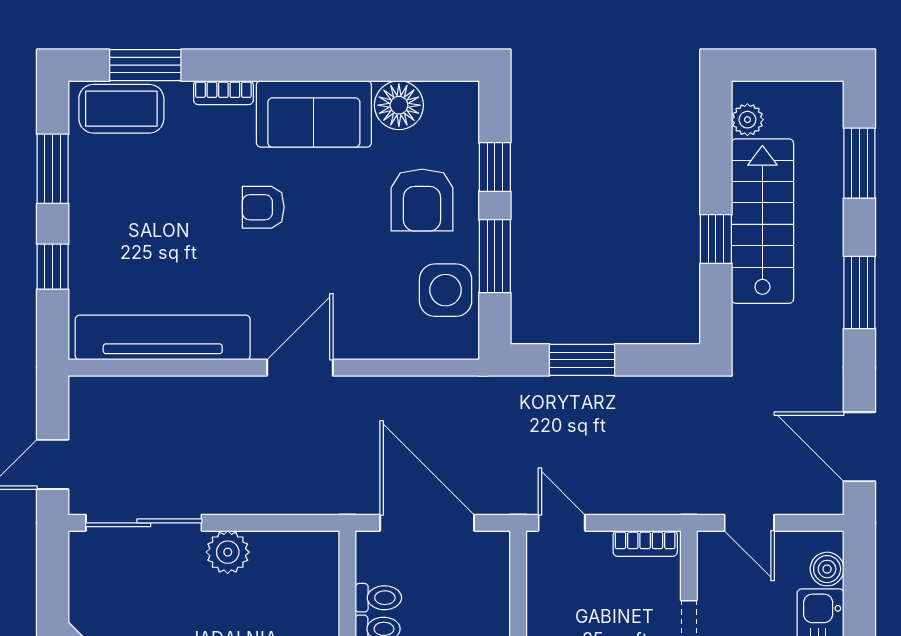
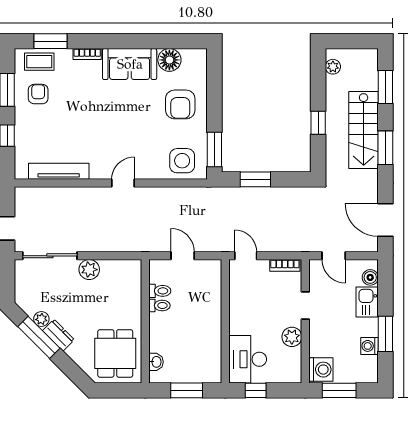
coffee table: (121, 109) -> (39, 62), width x0.73, depth x0.77
window: (495, 167) -> (214, 89), removed
armchair: (263, 207) -> (38, 94), moved, turned 90
stairs: (762, 221) -> (364, 130), moved, turned 180
window: (495, 256) -> (214, 150), moved
side table: (446, 290) -> (182, 161), moved
tv unit: (163, 338) -> (59, 171), width x0.73, depth x0.78
door: (300, 368) -> (123, 183), width x0.73
door: (427, 523) -> (183, 256), width x0.53

